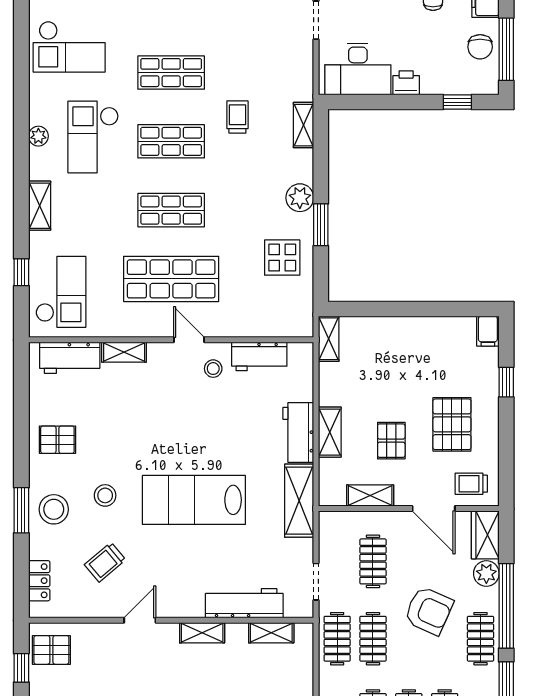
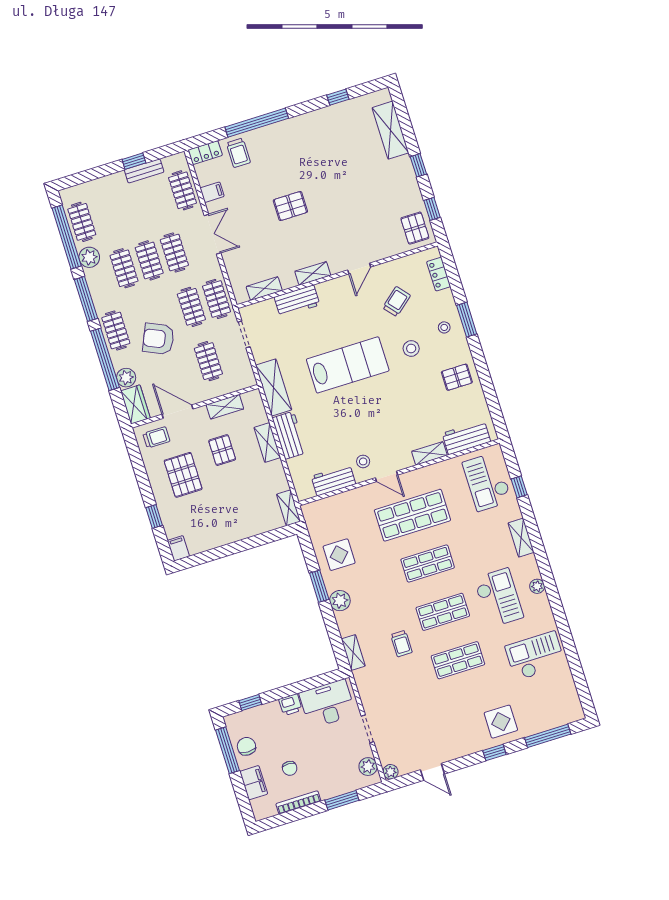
stool: (54, 509) -> (444, 327), width x0.53, depth x0.53
workbench: (244, 603) -> (297, 301), width x0.73
pallet: (51, 650) -> (415, 228), turned 90

